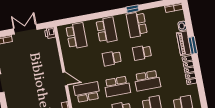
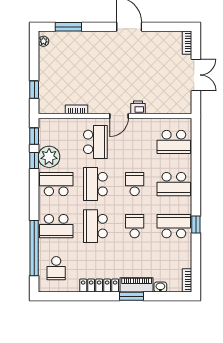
printer: (50, 33) -> (138, 107), moved

